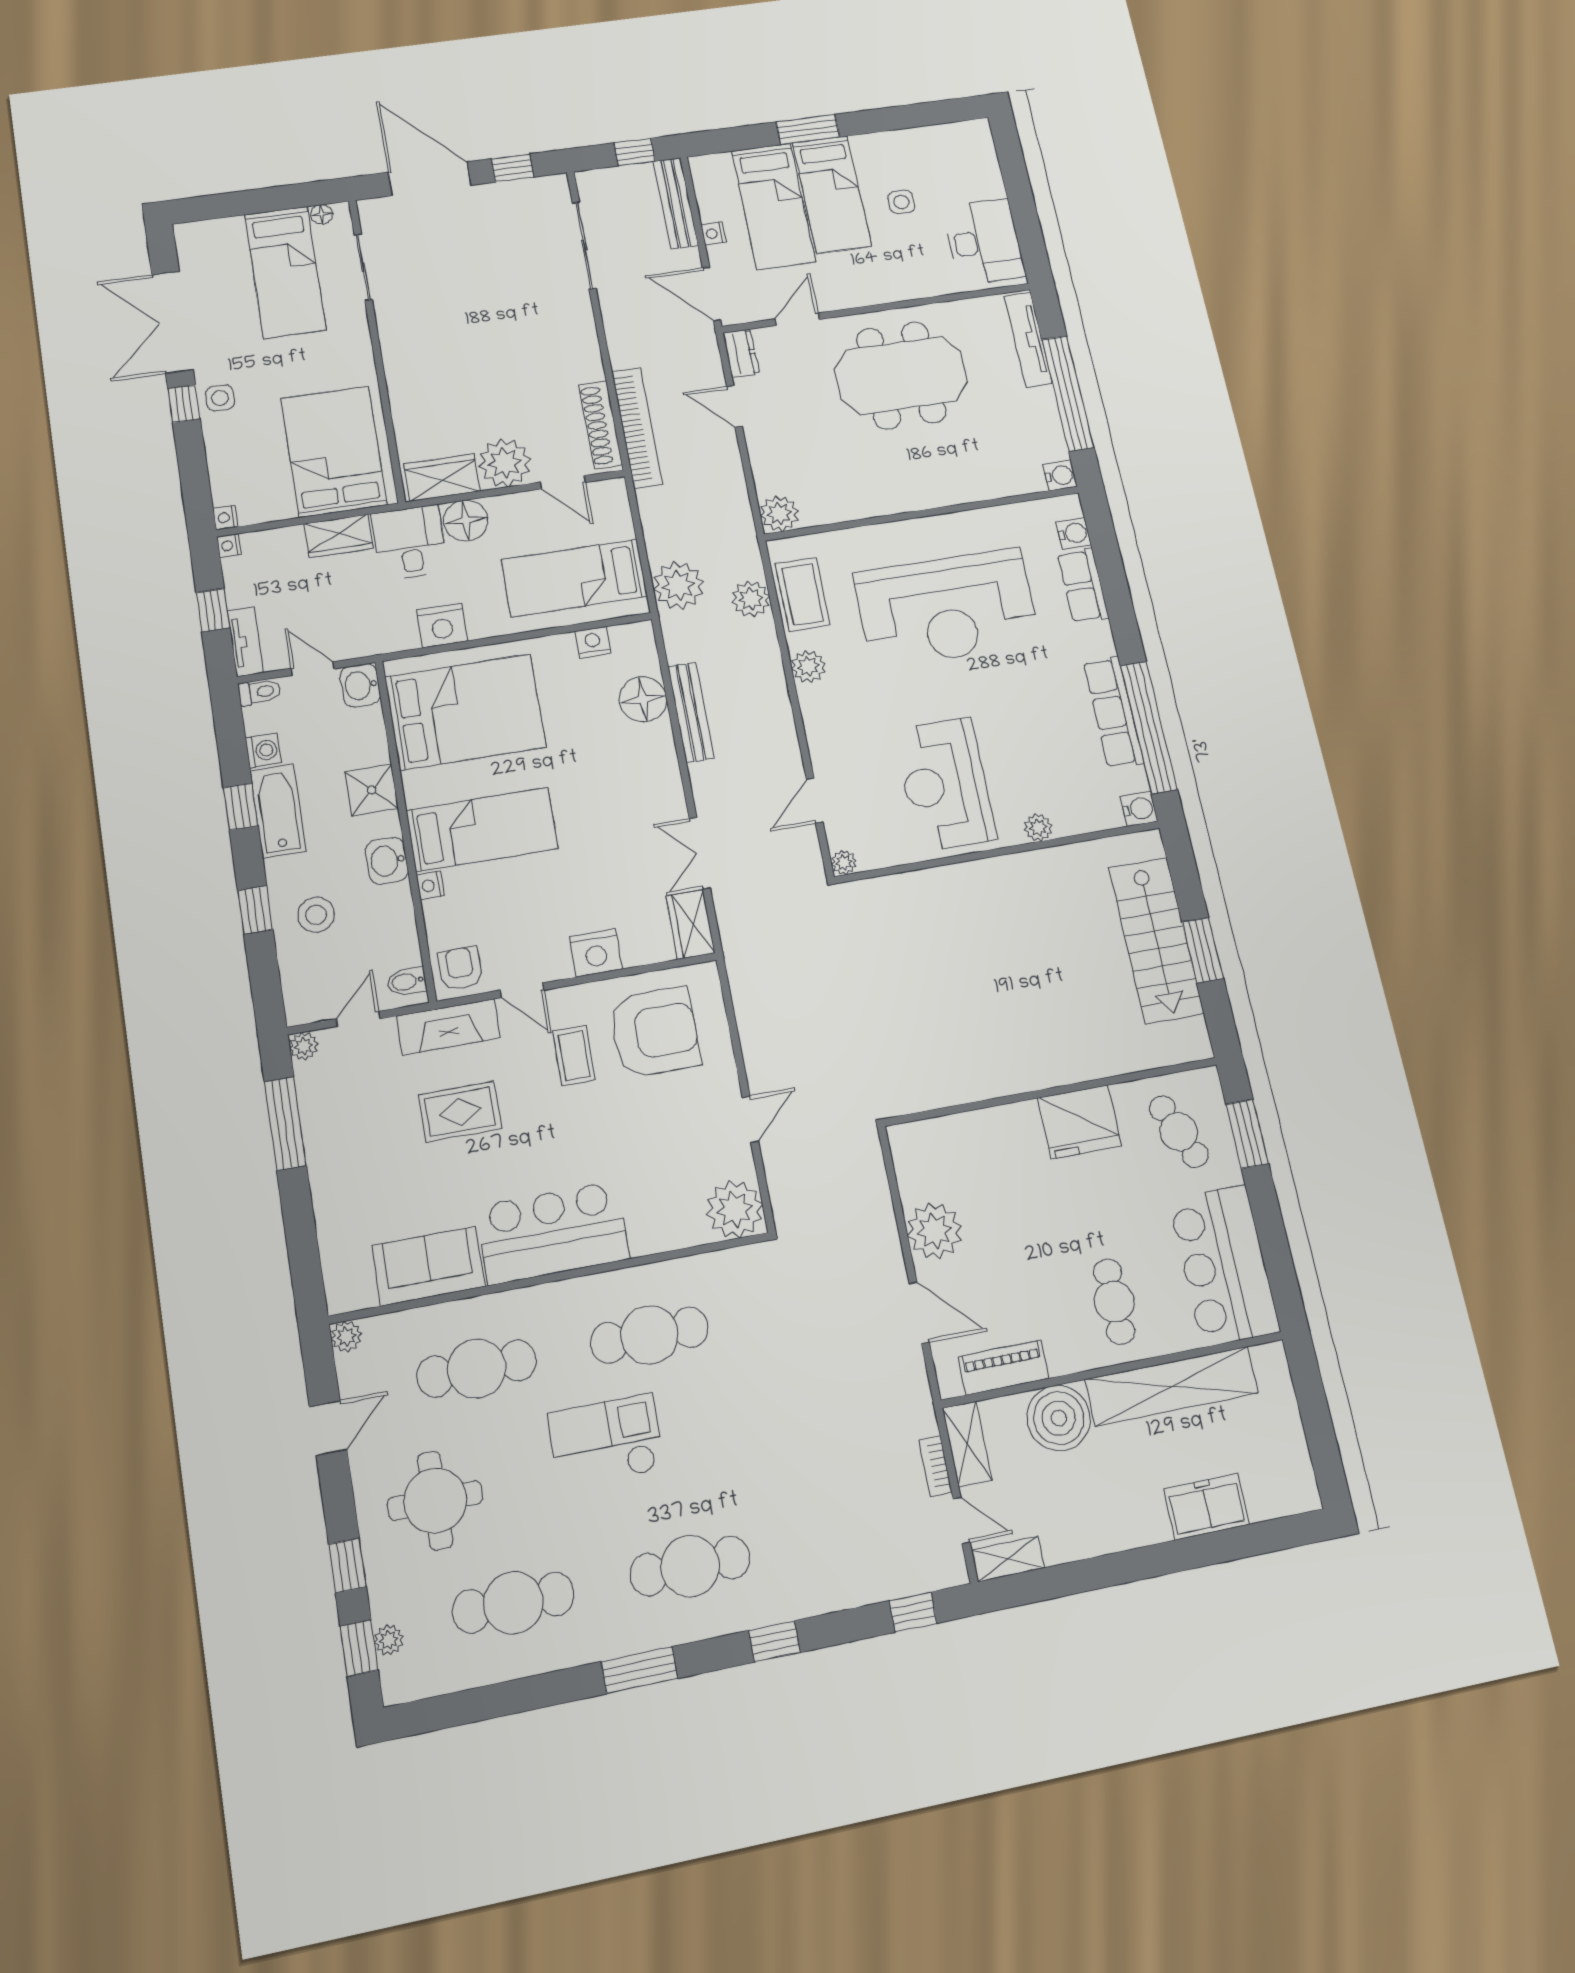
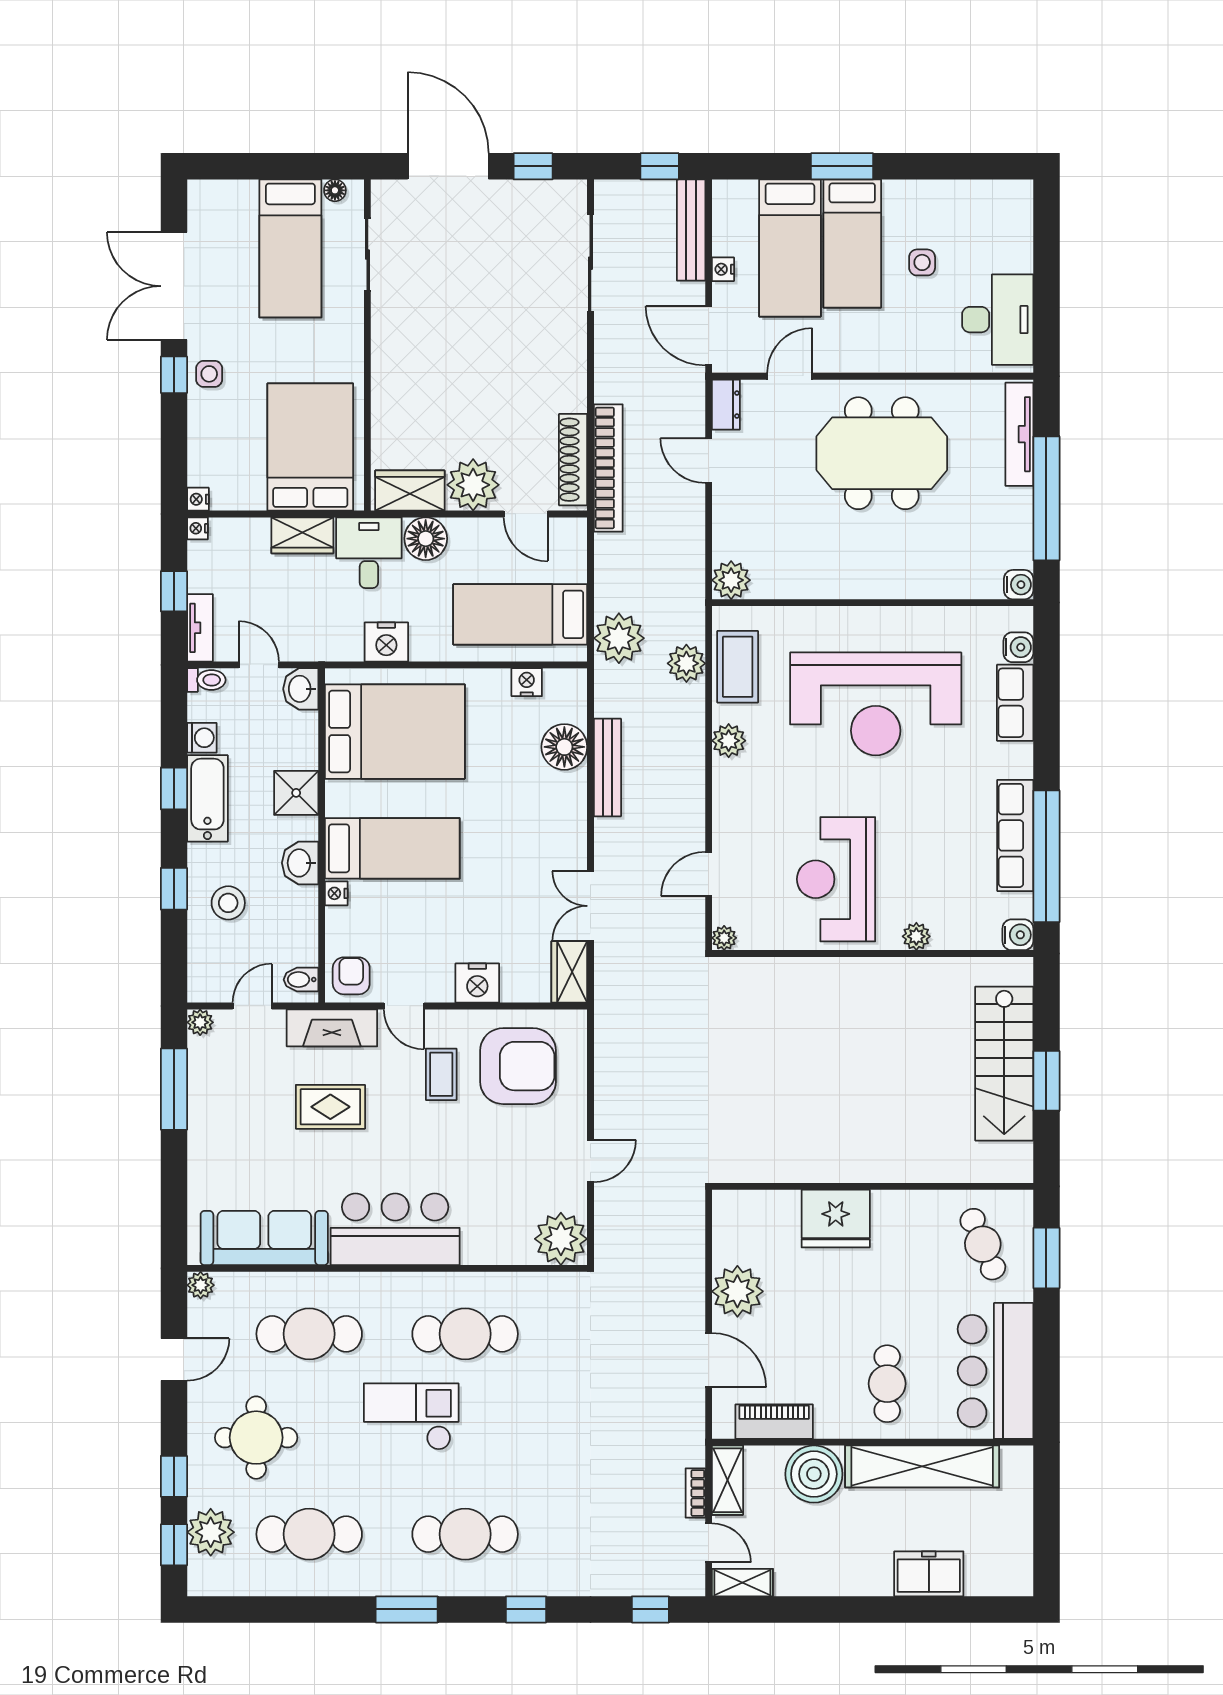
fridge: (1080, 1122) -> (836, 1219), moved
sofa: (428, 1266) -> (264, 1238), width x1.36
plant: (389, 1640) -> (211, 1532), width x1.88, depth x1.88

